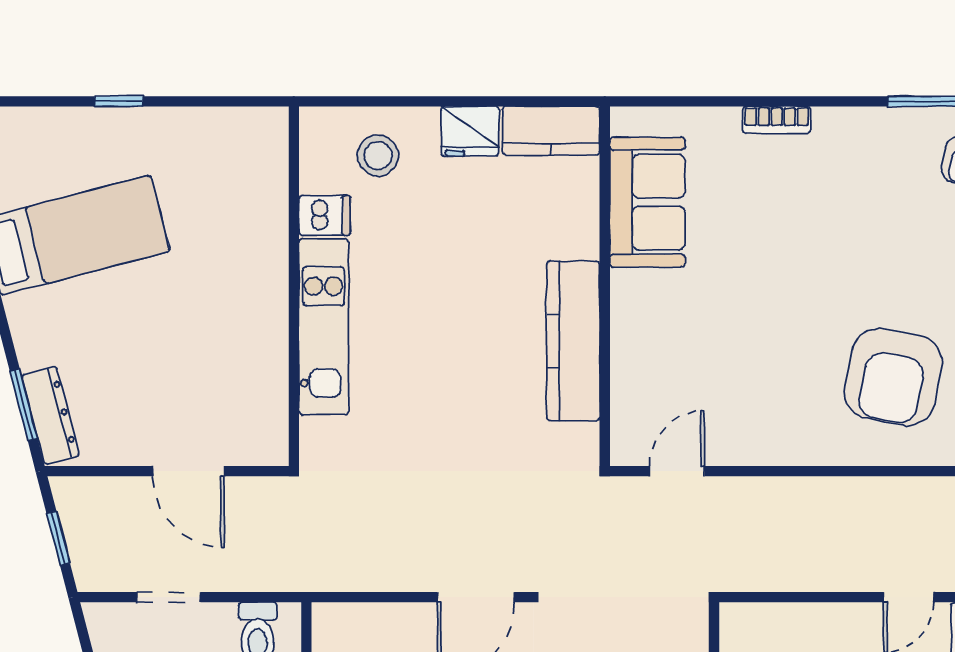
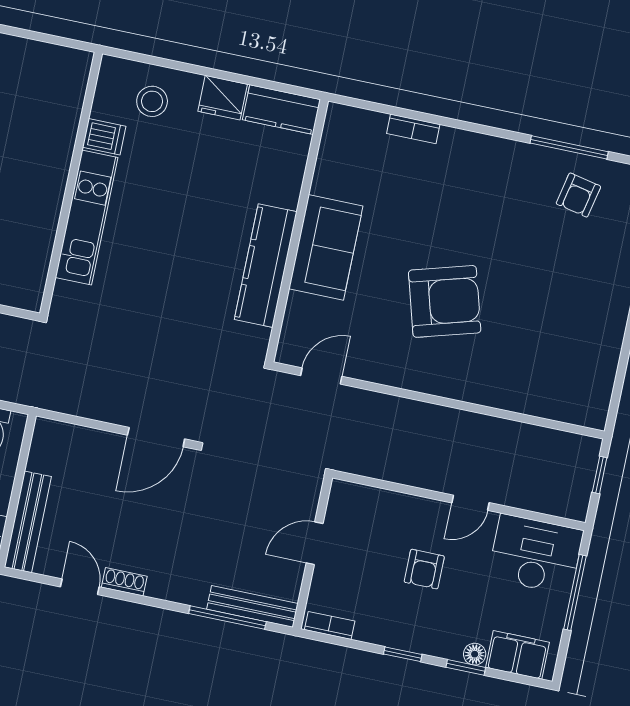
bookcase: (777, 120) -> (413, 129), moved
sofa: (647, 202) -> (326, 247), moved
armchair: (893, 377) -> (445, 301), moved, turned -117

